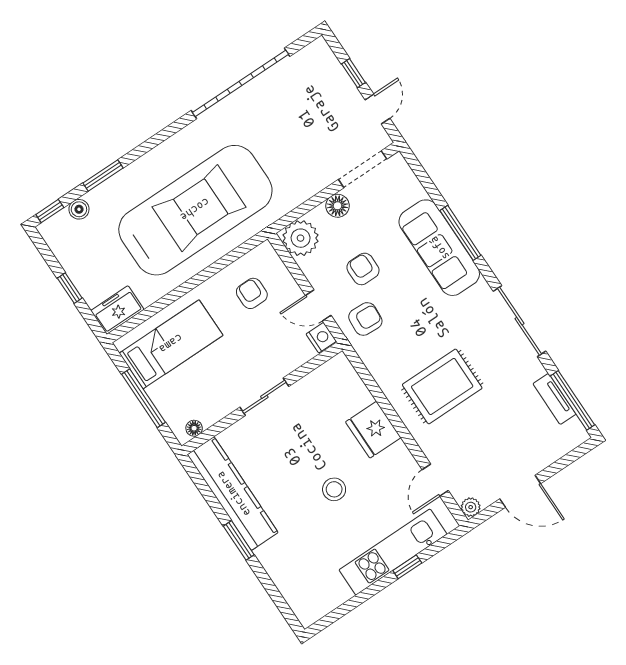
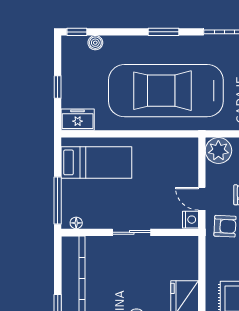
window: (103, 175) -> (164, 32), moved
car: (195, 210) -> (166, 91), turned 180
armchair: (252, 293) -> (166, 164), removed
window: (144, 398) -> (58, 200), moved

